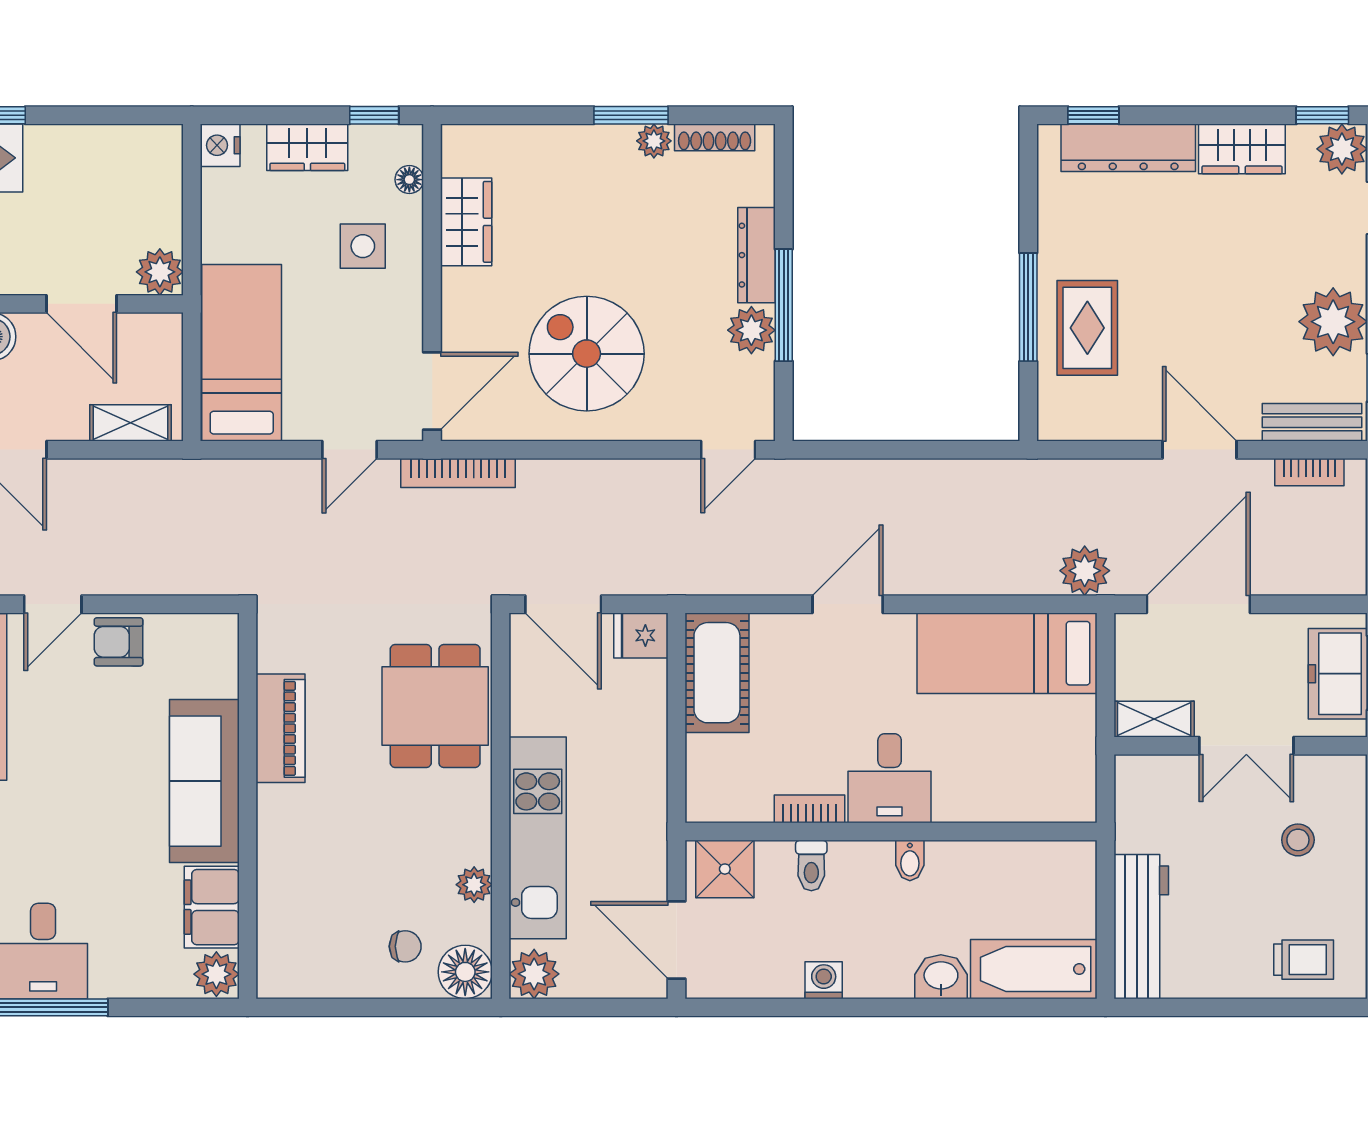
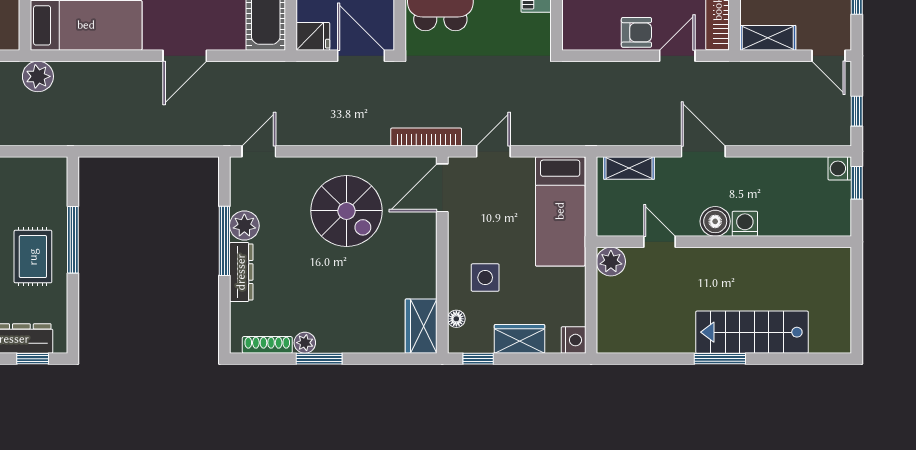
wardrobe: (466, 222) -> (421, 326), moved
door: (81, 304) -> (659, 242), width x0.73
rug: (1087, 328) -> (33, 257), moved

